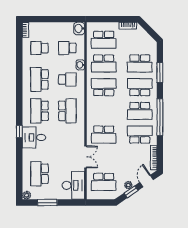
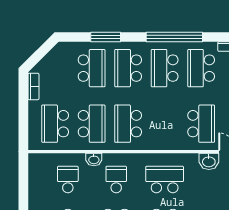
washbasin: (79, 29) -> (209, 161), moved
school desk: (104, 40) -> (55, 124), turned 180
school desk: (67, 48) -> (68, 180), turned 180
school desk: (140, 111) -> (165, 68), turned 180

